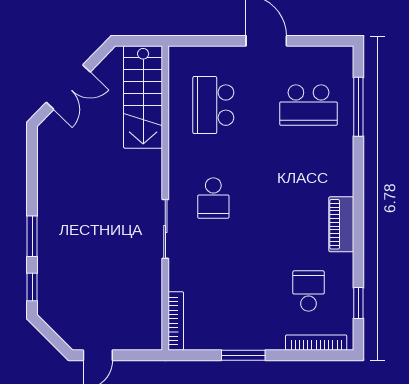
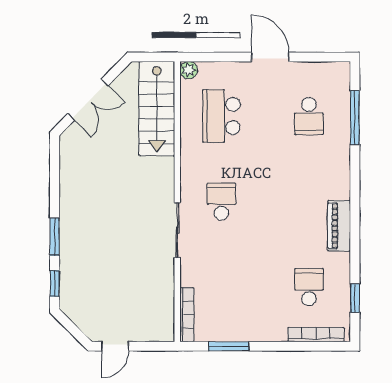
plant: (178, 55) -> (189, 70), added
school desk: (308, 105) -> (309, 116), width x0.54
school desk: (213, 198) -> (221, 202), turned 180
window: (243, 355) -> (229, 346), moved

